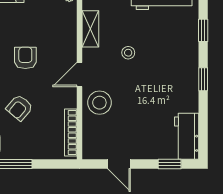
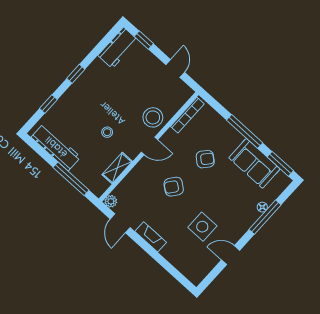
armchair: (25, 58) -> (174, 187), turned 37

